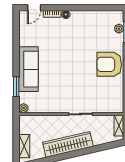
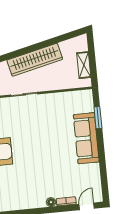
plant: (24, 108) -> (87, 95), removed
shelving: (24, 146) -> (84, 65), moved

